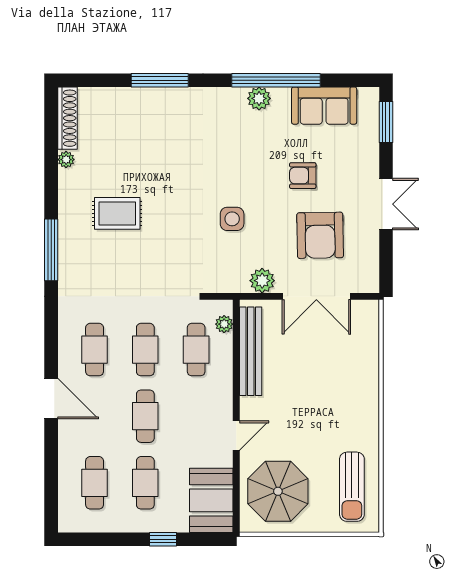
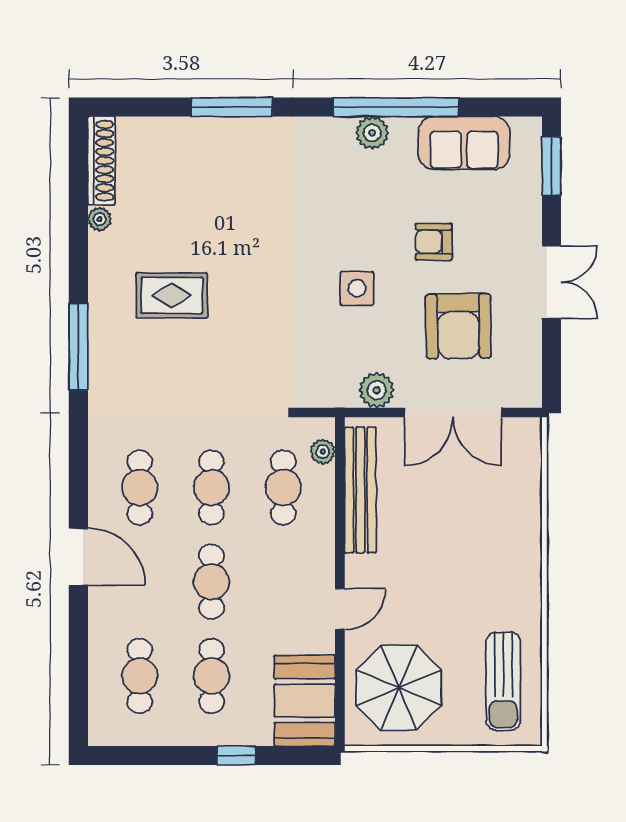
side table: (232, 219) -> (357, 288), moved

